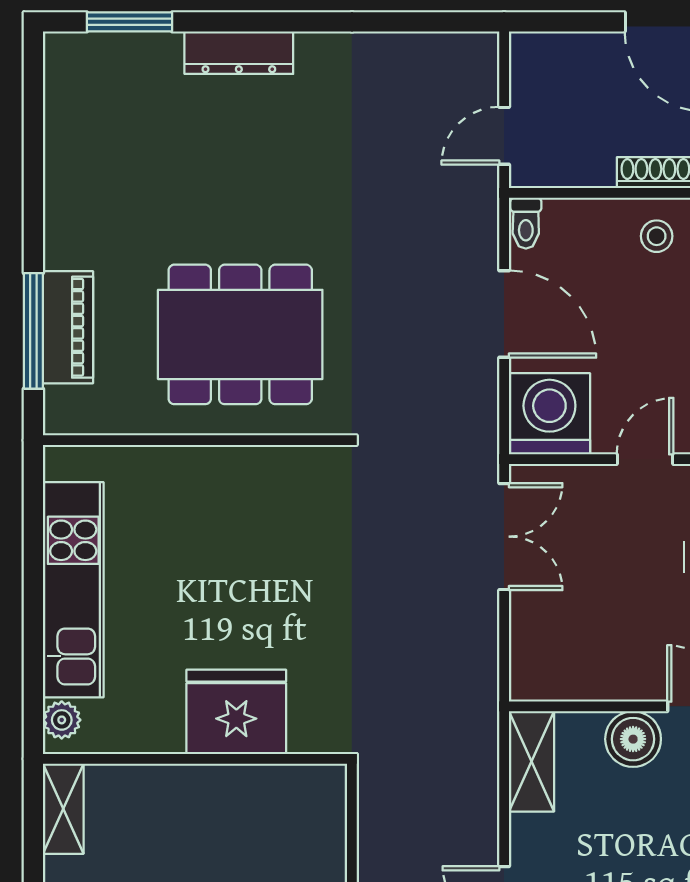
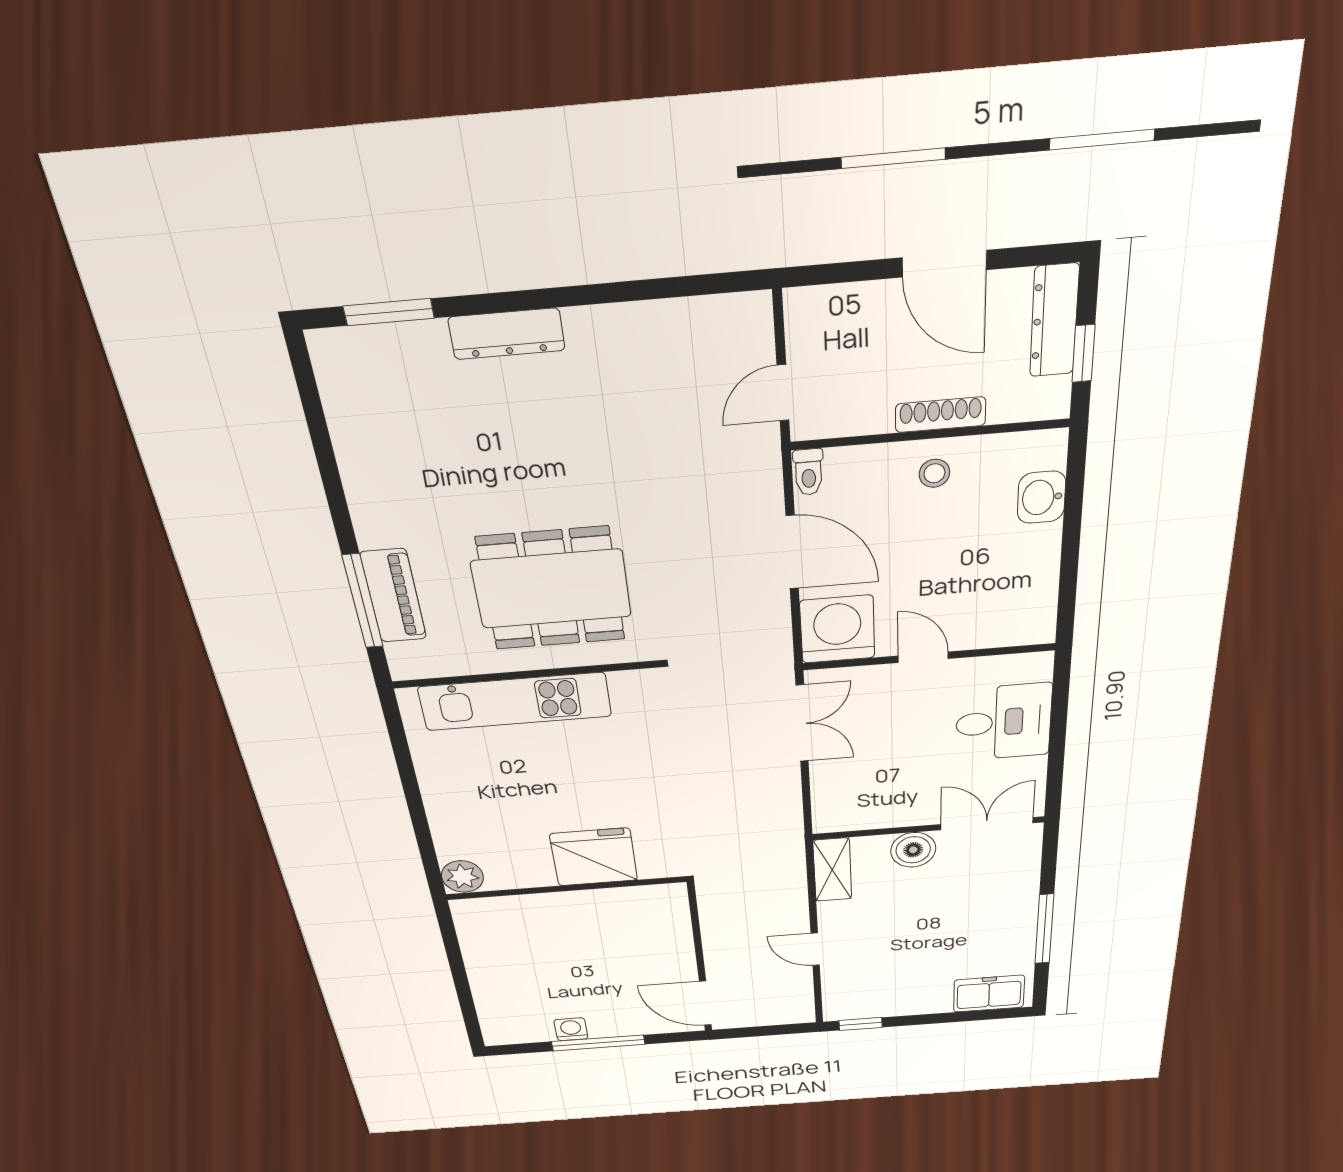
door: (645, 459) -> (923, 657), hinge flipped
kitchen unit: (73, 590) -> (515, 702), moved, turned 90
plant: (62, 720) -> (462, 877), width x1.38, depth x1.38
shelving: (63, 809) -> (470, 925), removed

